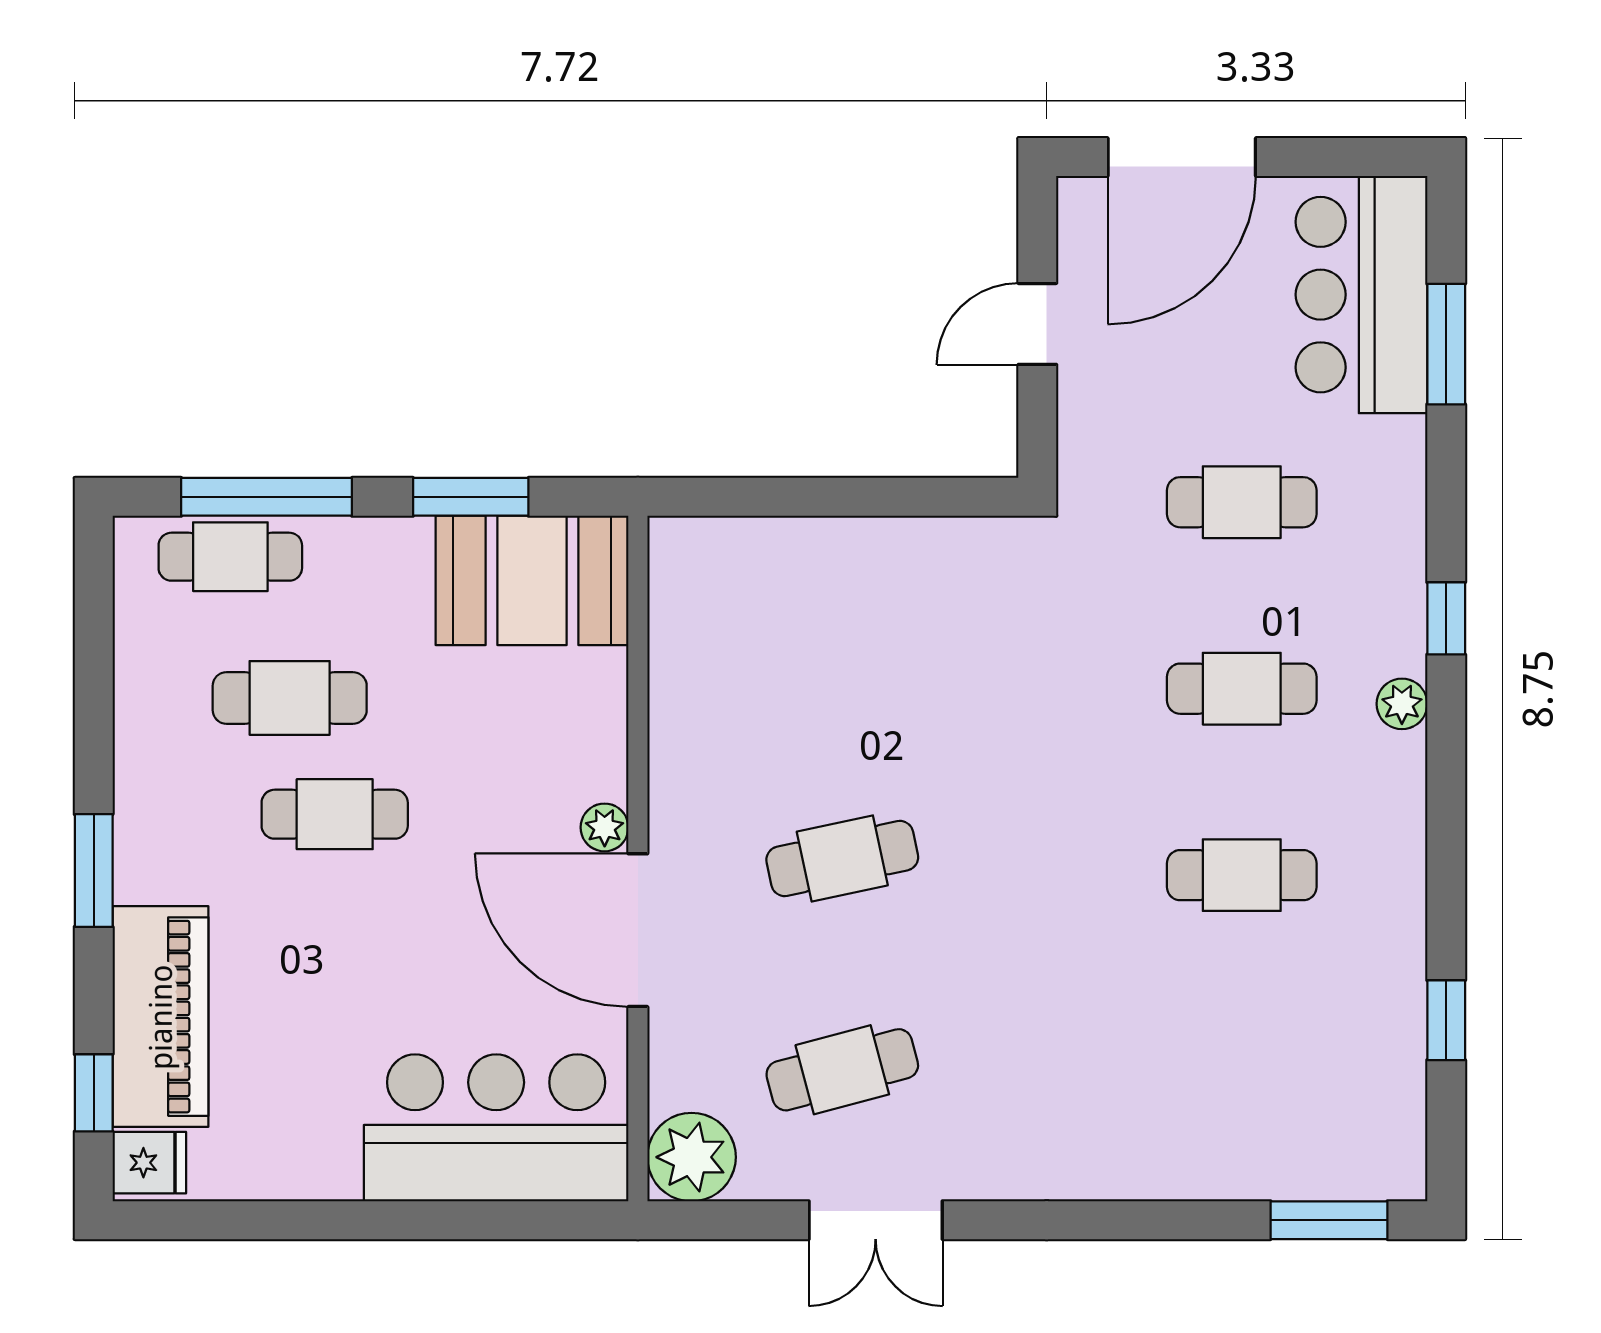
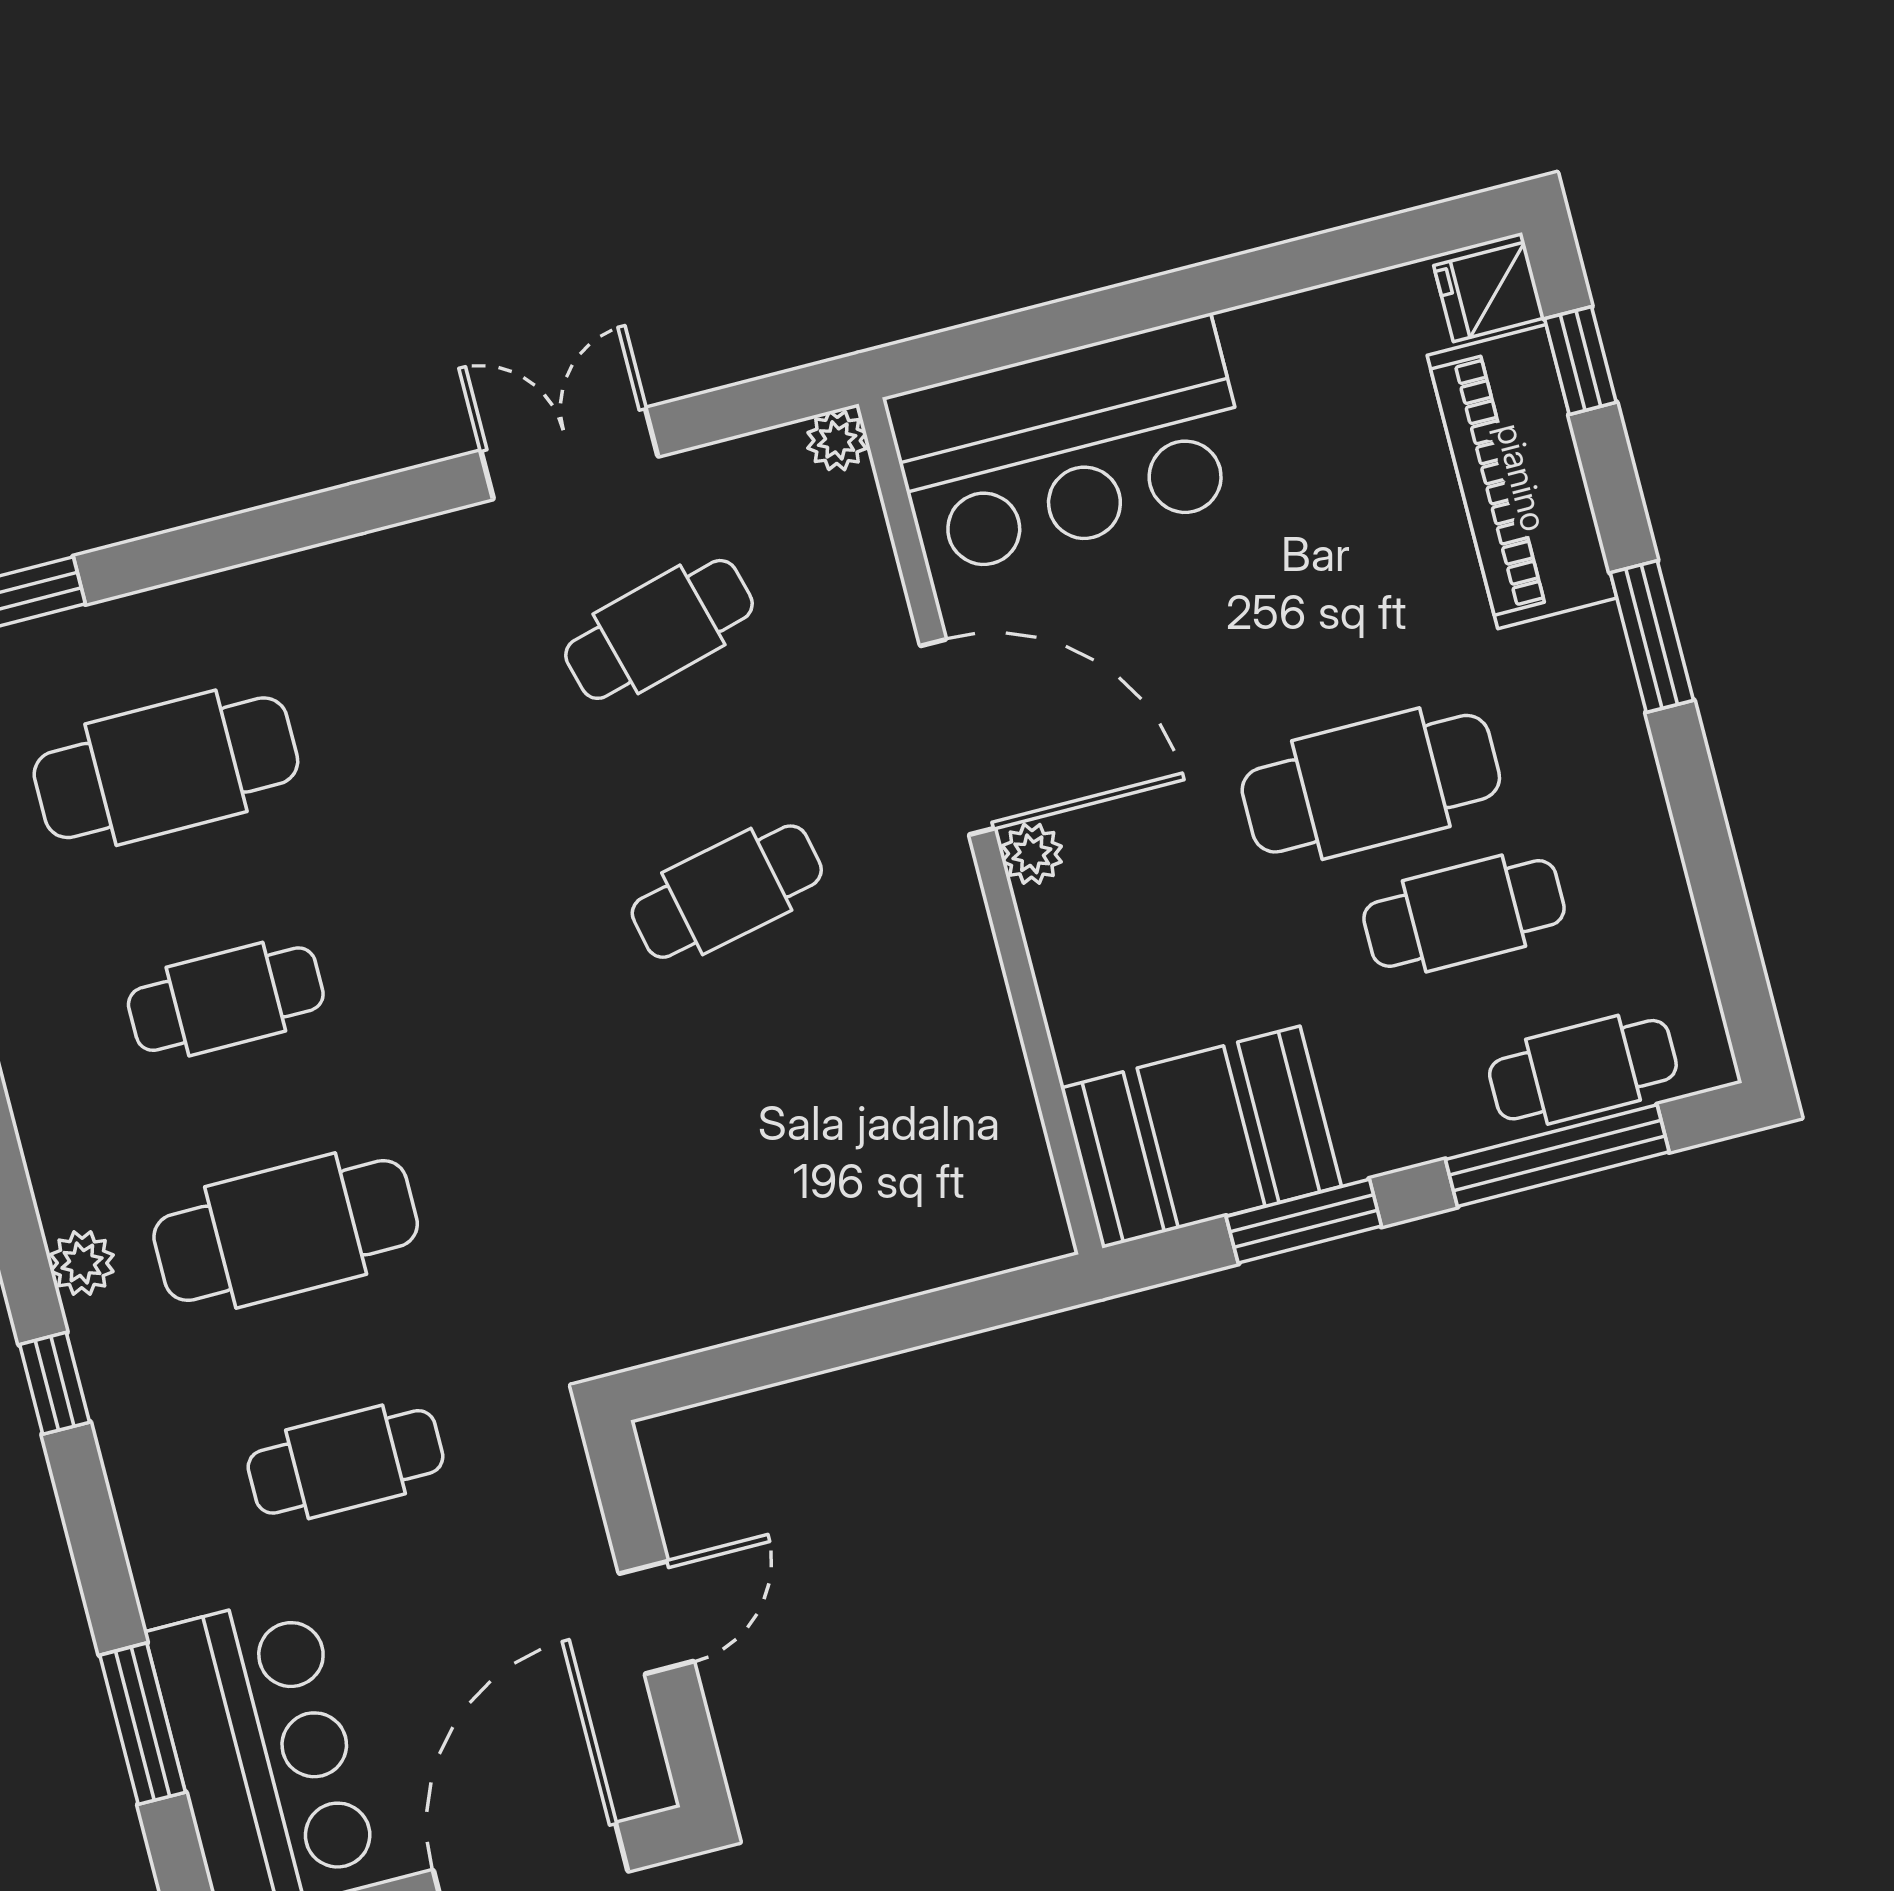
cafe table: (1242, 689) -> (286, 1230), width x1.37, depth x1.35
cafe table: (335, 814) -> (1371, 784), width x1.37, depth x1.35
cafe table: (1242, 1062) -> (166, 768), added
plant: (692, 1157) -> (837, 440), width x0.53, depth x0.53

